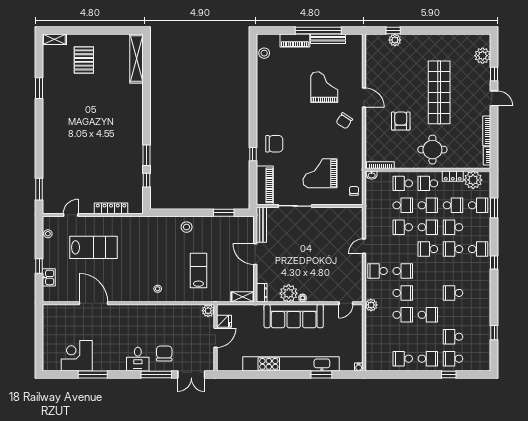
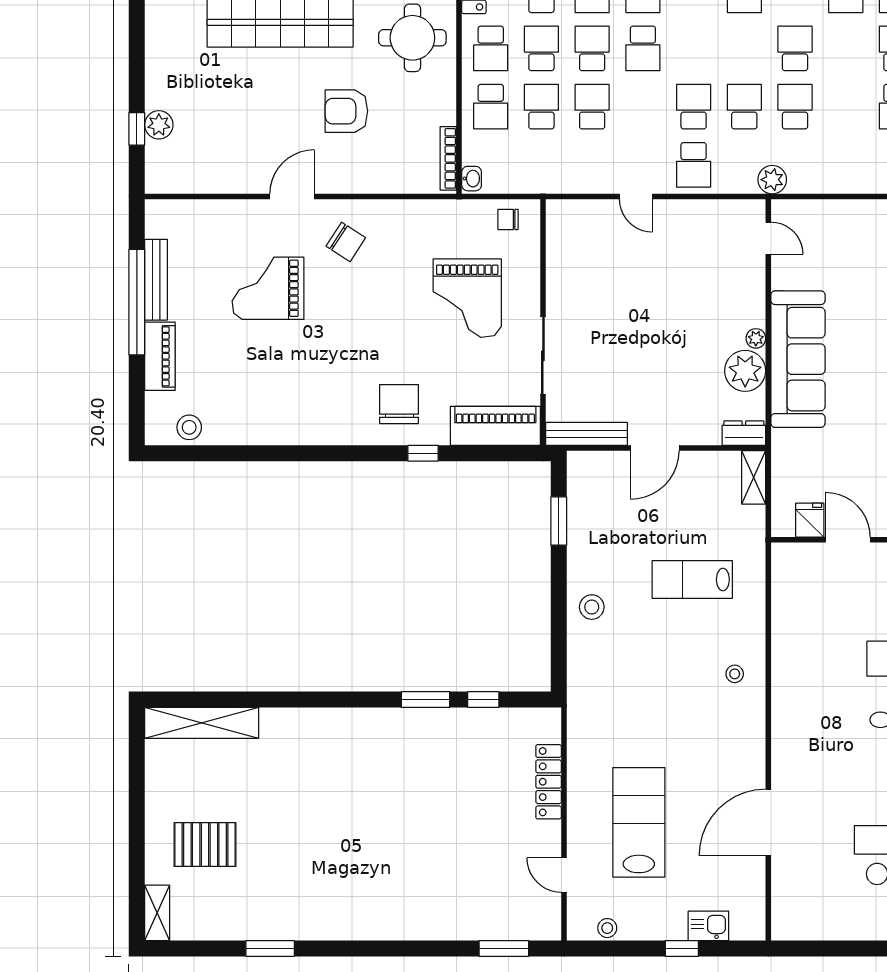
school desk: (403, 227) -> (592, 107), turned 180
plant: (208, 311) -> (785, 557), removed

